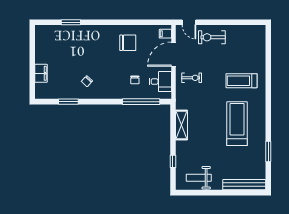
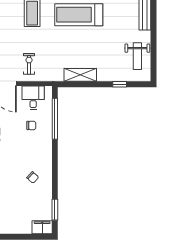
filing cabinet: (41, 73) -> (42, 227), moved
window: (68, 102) -> (55, 210), moved

